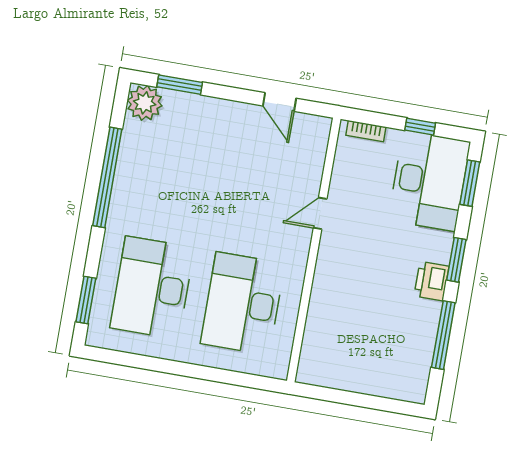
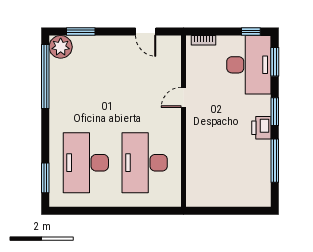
window: (420, 127) -> (251, 32), moved
window: (107, 177) -> (45, 77), moved

